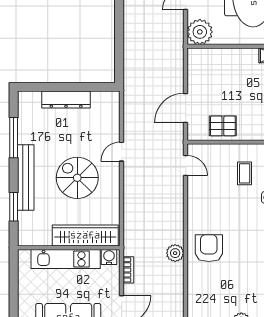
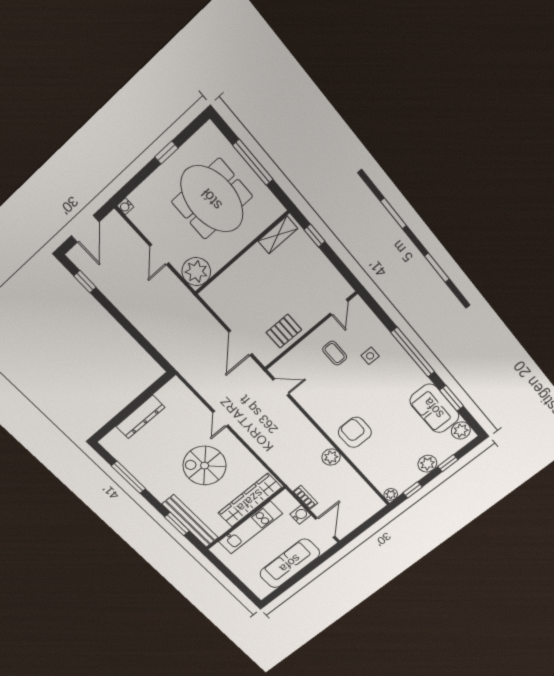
bench: (26, 178) -> (190, 521), moved
water cooler: (109, 257) -> (300, 515), moved, turned 90

